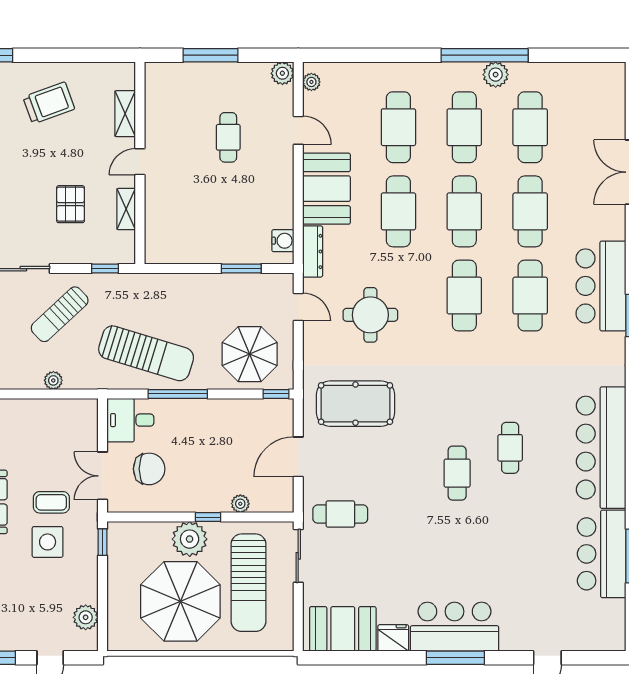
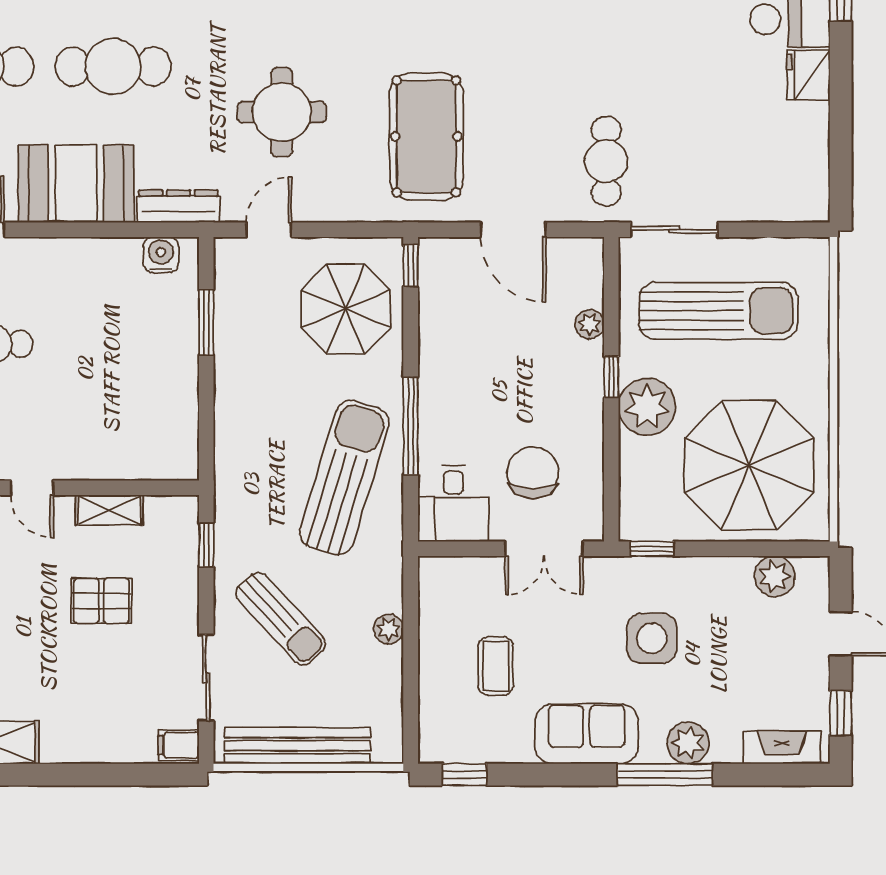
coffee table: (51, 502) -> (496, 666), moved
parasol: (180, 601) -> (749, 465), moved
booth: (343, 629) -> (794, 157), removed

